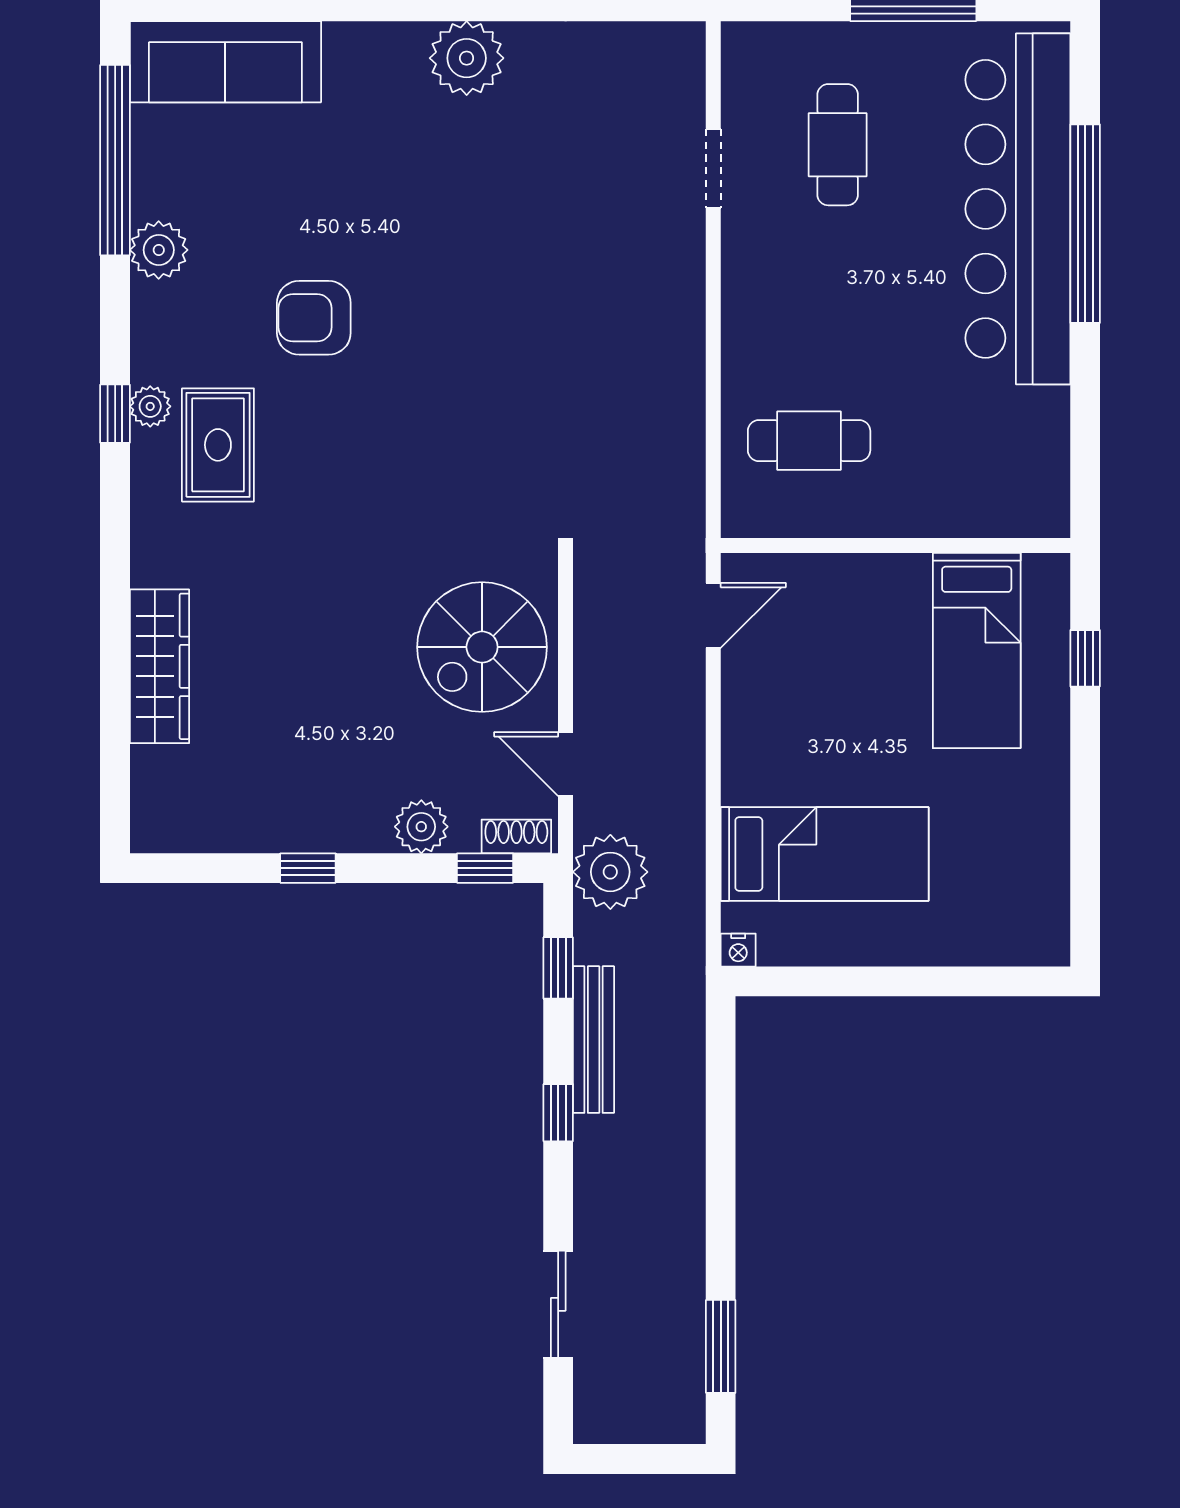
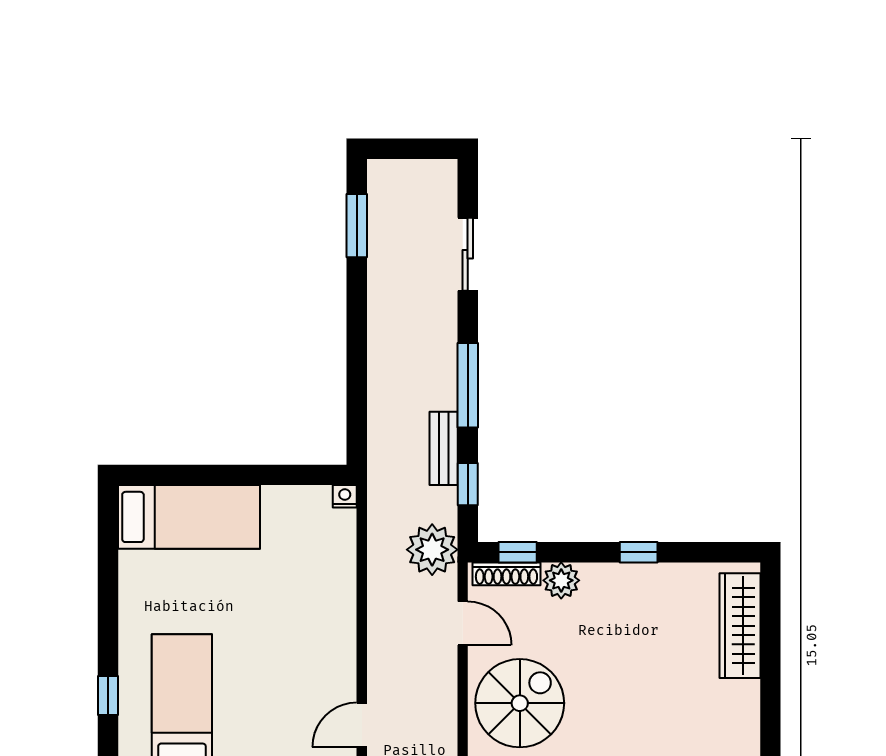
wardrobe: (160, 666) -> (740, 626), moved
shoe rack: (516, 836) -> (506, 574), width x1.43
bed: (825, 854) -> (189, 517), moved, turned 180
bench: (594, 1040) -> (444, 448), width x0.73
window: (558, 1113) -> (468, 385), width x2.17

